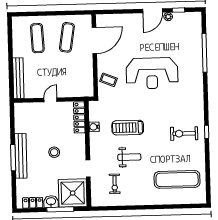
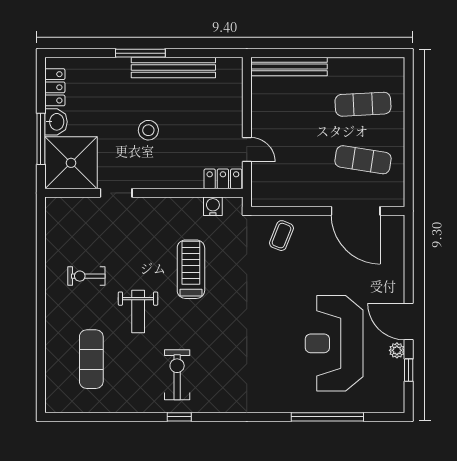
reception desk: (152, 73) -> (334, 343), moved
door: (50, 100) -> (247, 150), moved
locker: (79, 117) -> (223, 179), width x0.66
water cooler: (94, 127) -> (213, 206), moved
bench: (21, 156) -> (173, 67), moved
weight bench: (129, 157) -> (138, 311), moved
exercise mat: (177, 179) -> (91, 359), width x0.73, depth x0.69
exercise bike: (115, 184) -> (86, 276), moved

